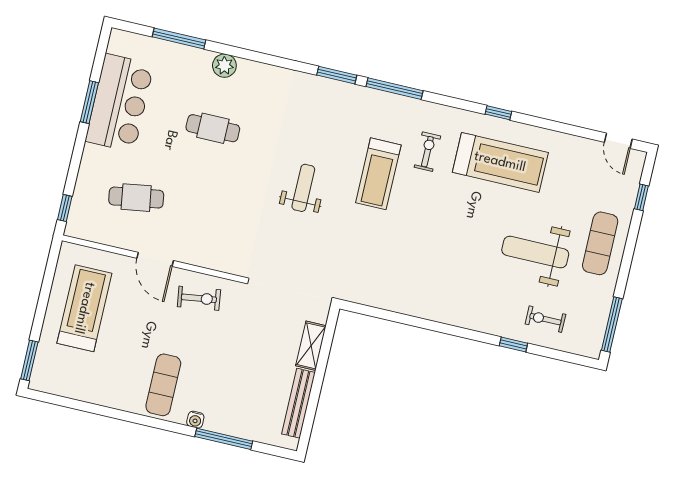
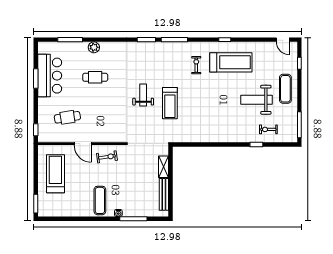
treadmill: (378, 174) -> (170, 103), moved

